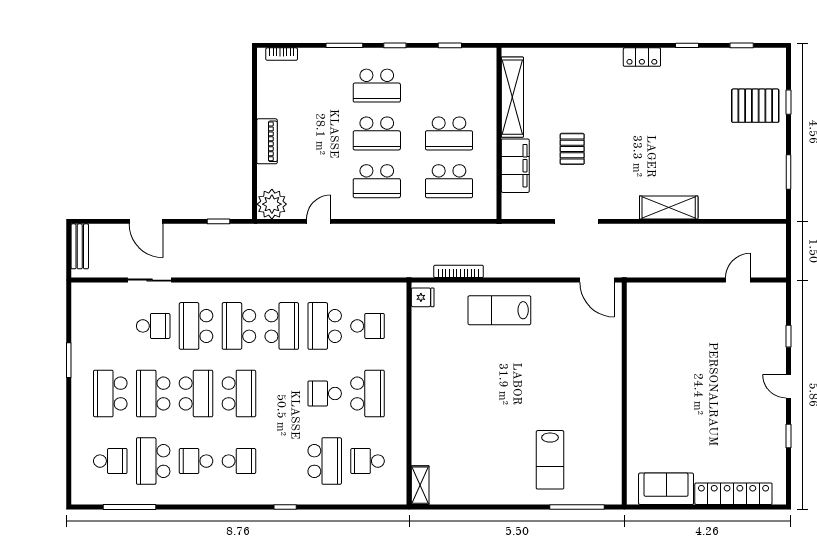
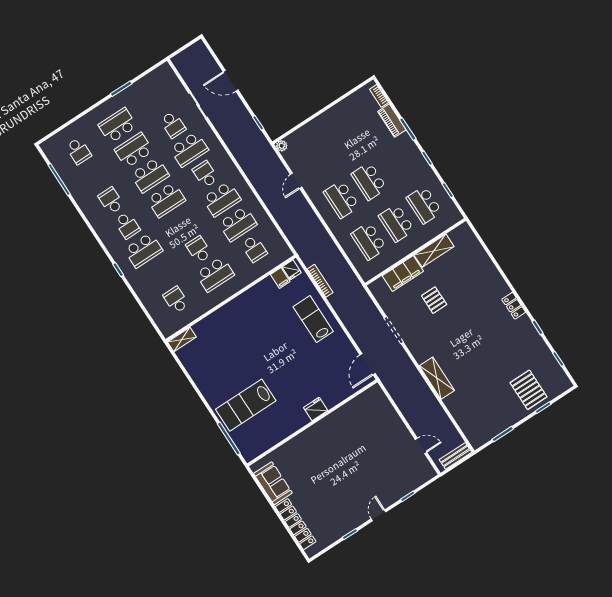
school desk: (377, 86) -> (424, 205), moved
shelving: (512, 97) -> (434, 251), width x0.68
piano: (267, 141) -> (392, 121), moved, turned 90
pallet: (572, 149) -> (434, 300), turned 90
plant: (272, 204) -> (282, 146), width x0.53, depth x0.53
door: (146, 221) -> (231, 81), hinge flipped
door: (319, 221) -> (296, 181), swing flipped
bench: (80, 246) -> (455, 456), moved
filing cabinet: (424, 318) -> (280, 278), added
school desk: (196, 326) -> (189, 149), turned 180
school desk: (239, 326) -> (205, 174), width x0.54
school desk: (325, 326) -> (238, 224), turned 180
fridge: (610, 378) -> (316, 409), added
lab bench: (550, 460) -> (246, 405), width x1.36, depth x1.39
school desk: (153, 461) -> (95, 176), removed
school desk: (325, 461) -> (143, 250), moved

